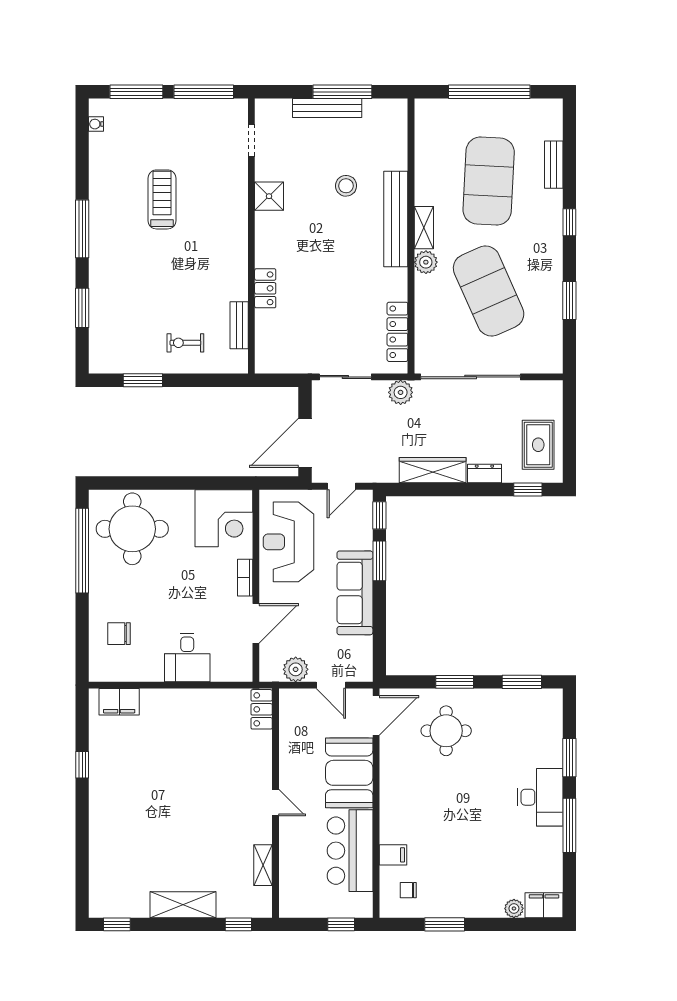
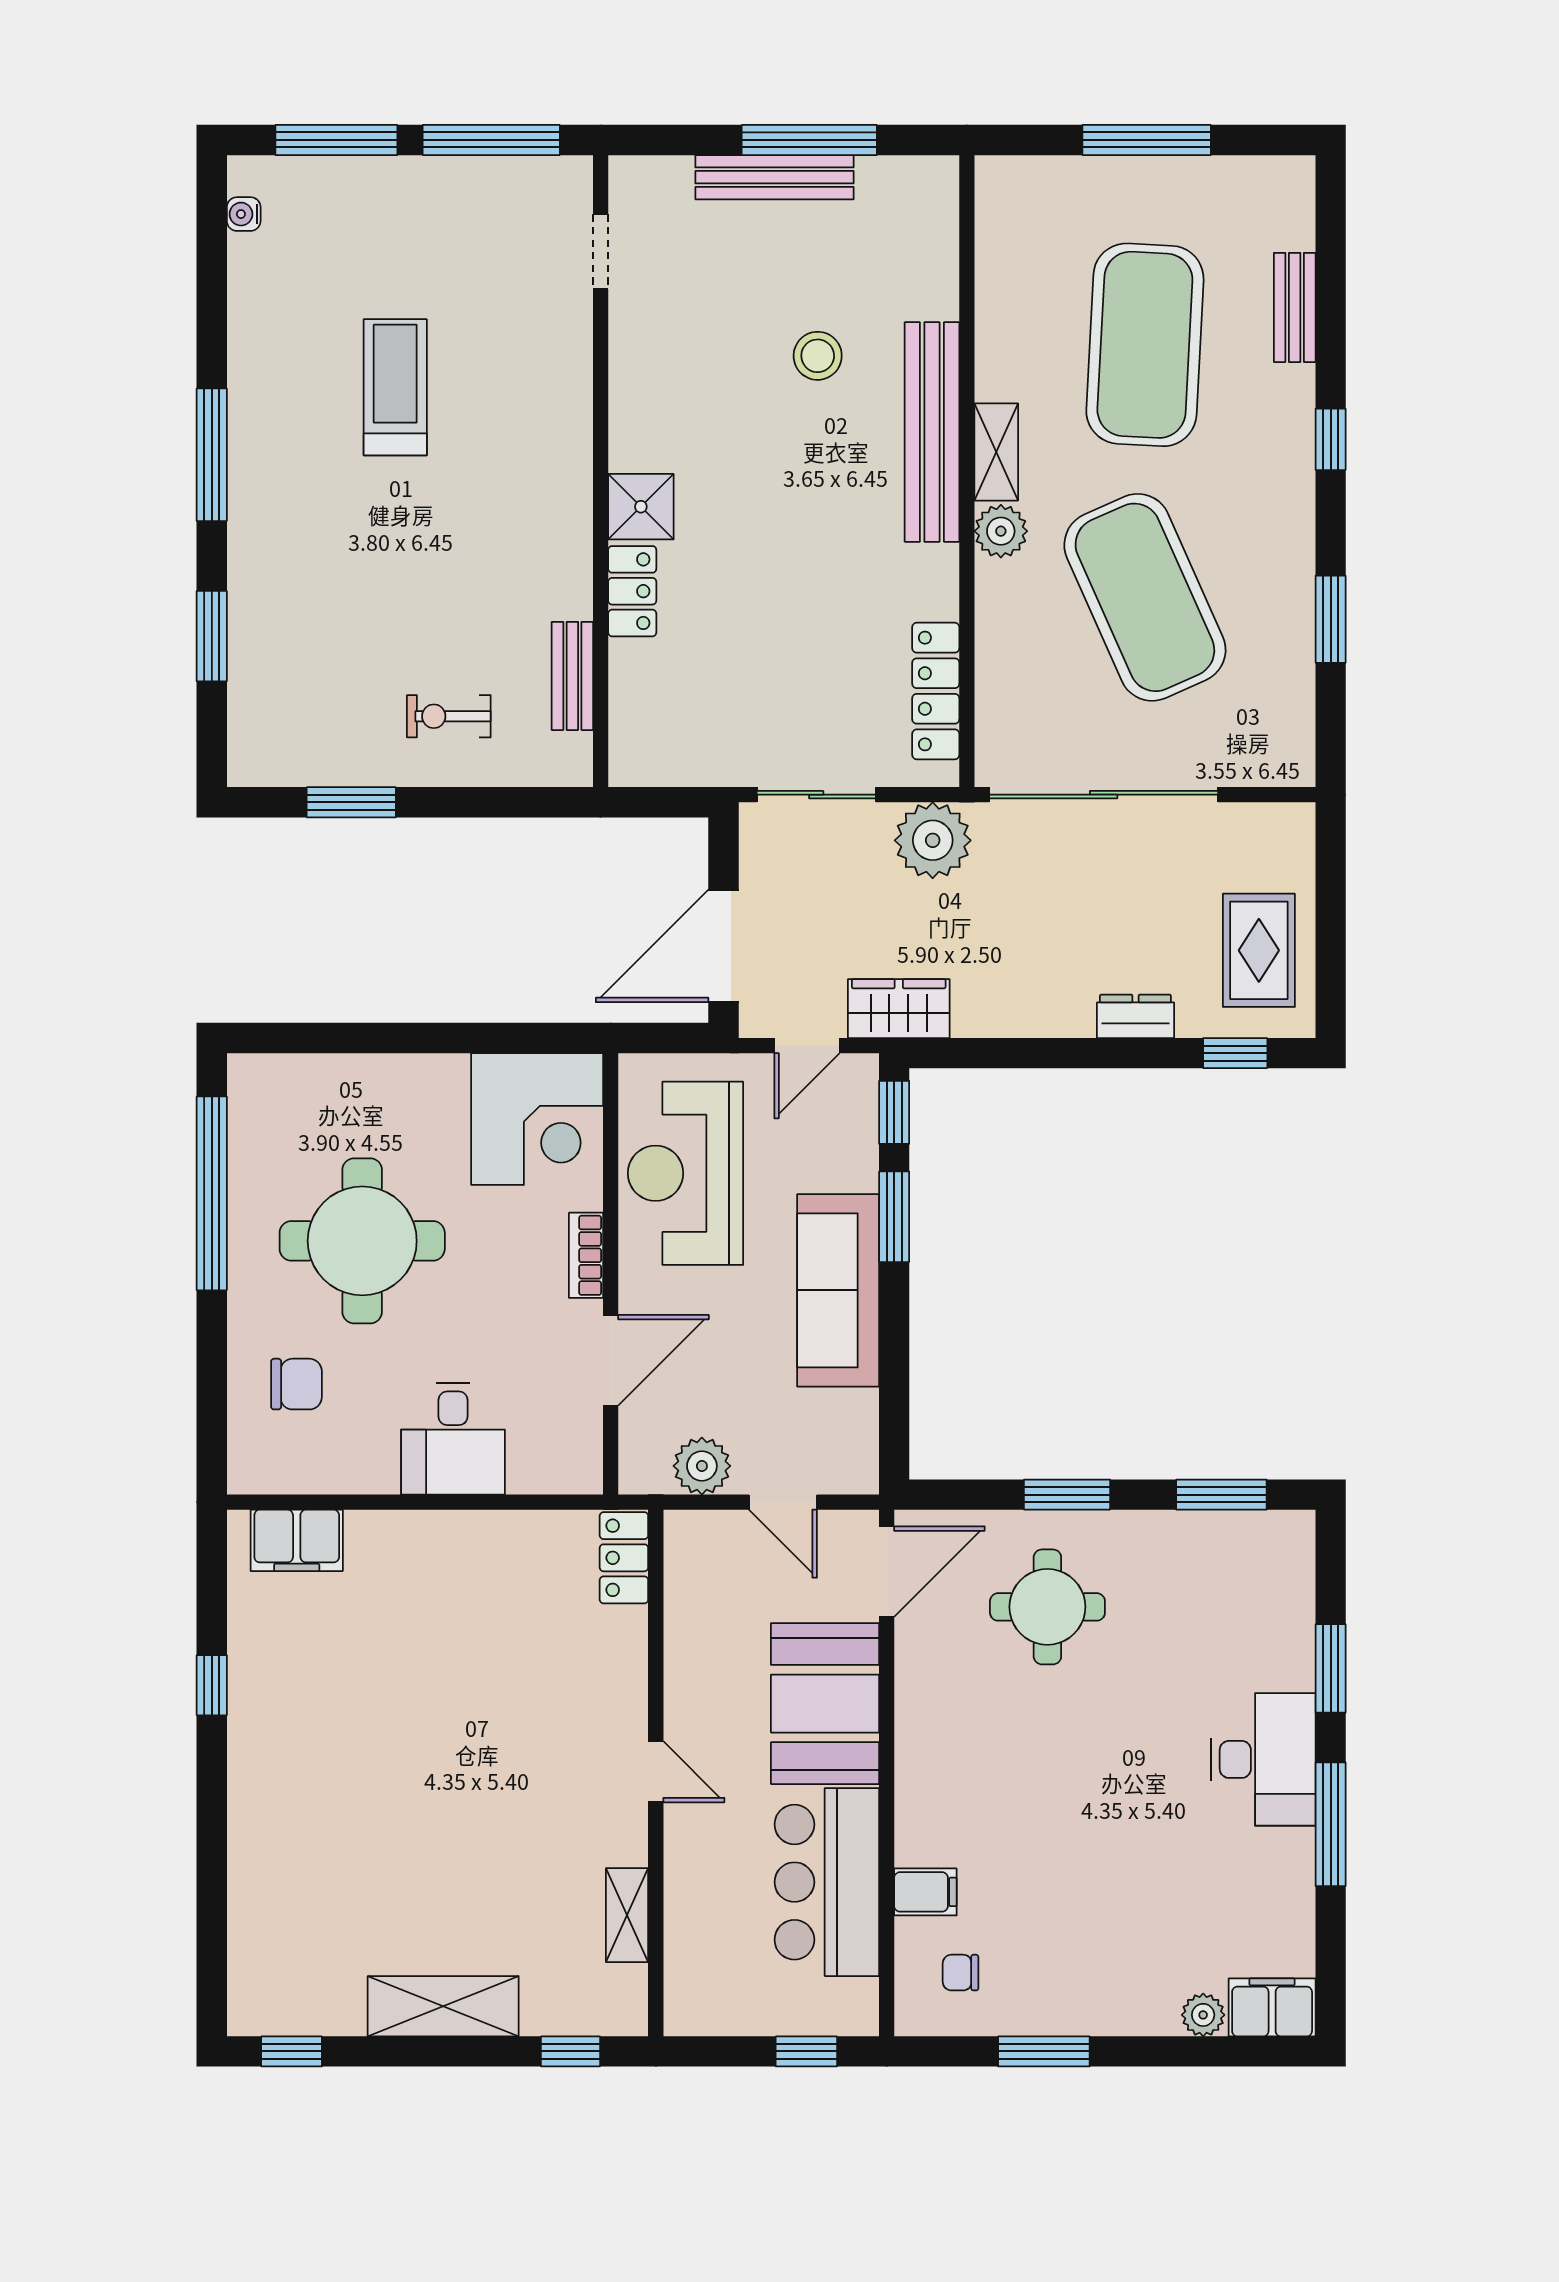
window: (489, 92) -> (1147, 140), width x0.68
shower: (269, 196) -> (641, 507), moved
plant: (401, 392) -> (933, 840), width x1.36, depth x1.36
wardrobe: (433, 470) -> (899, 1009), moved, width x0.67
round table: (132, 529) -> (362, 1241), moved
chair: (119, 634) -> (296, 1384), turned 180

